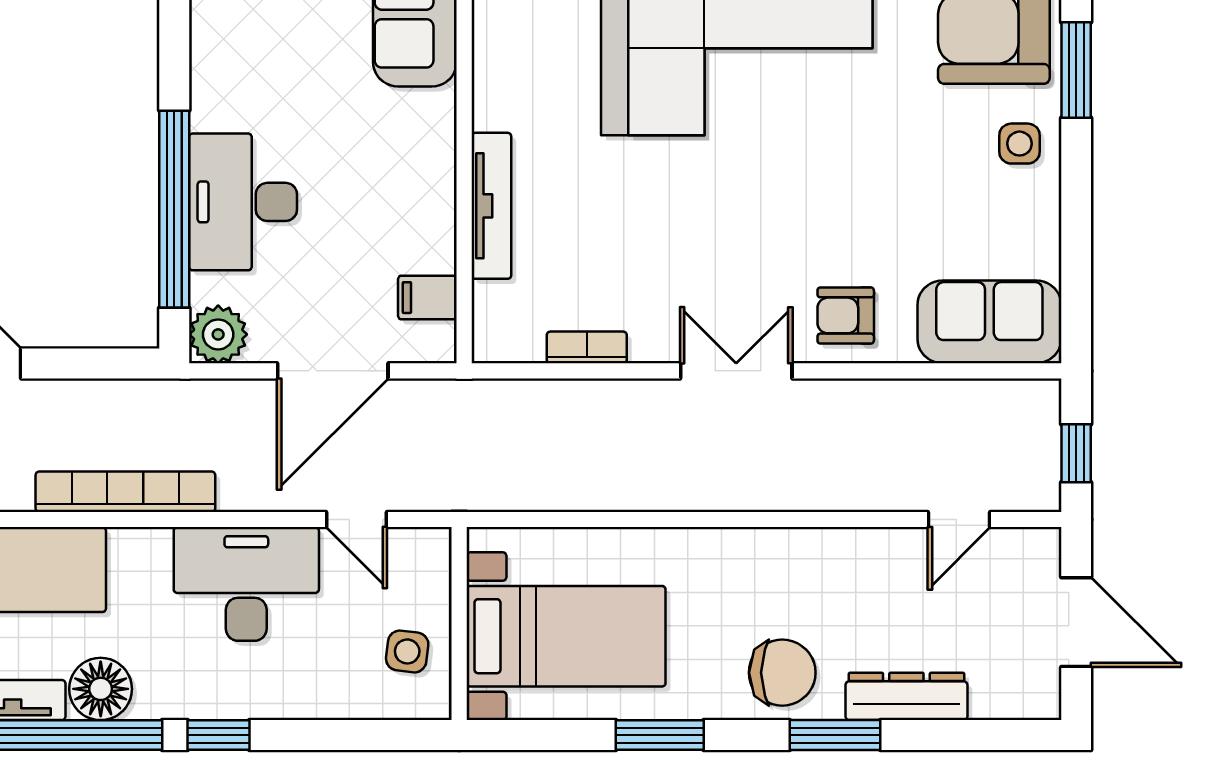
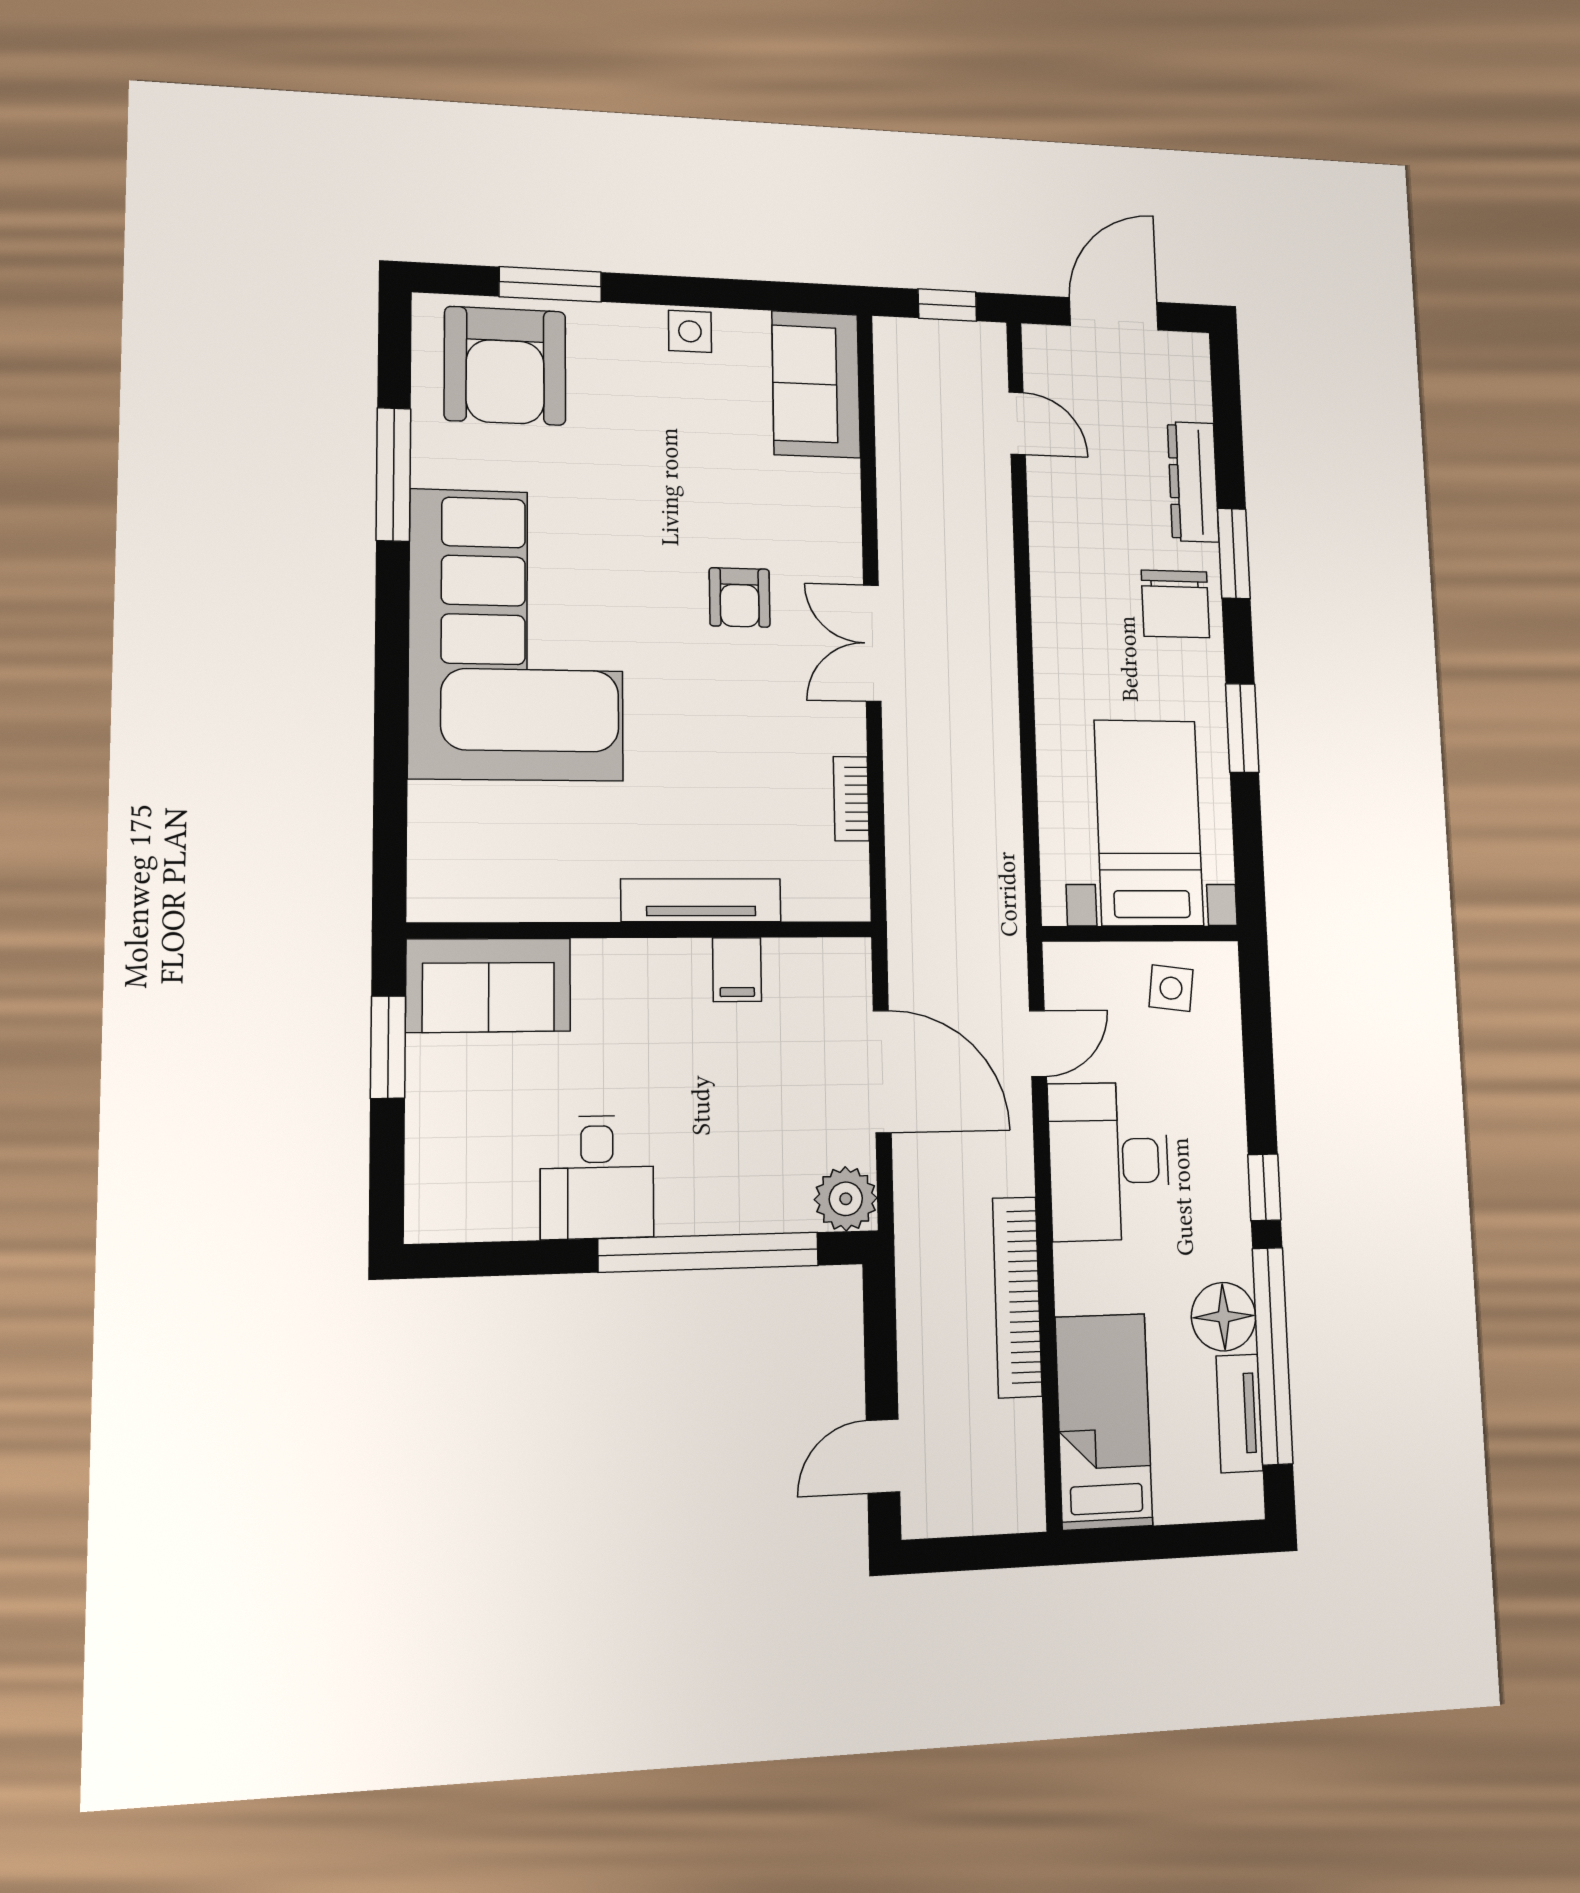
side table: (1020, 144) -> (690, 331), moved
desk: (243, 202) -> (597, 1177), moved, width x0.73
filing cabinet: (427, 298) -> (737, 970), moved
armchair: (846, 315) -> (740, 597), moved
chair: (782, 673) -> (1175, 604), turned 180

